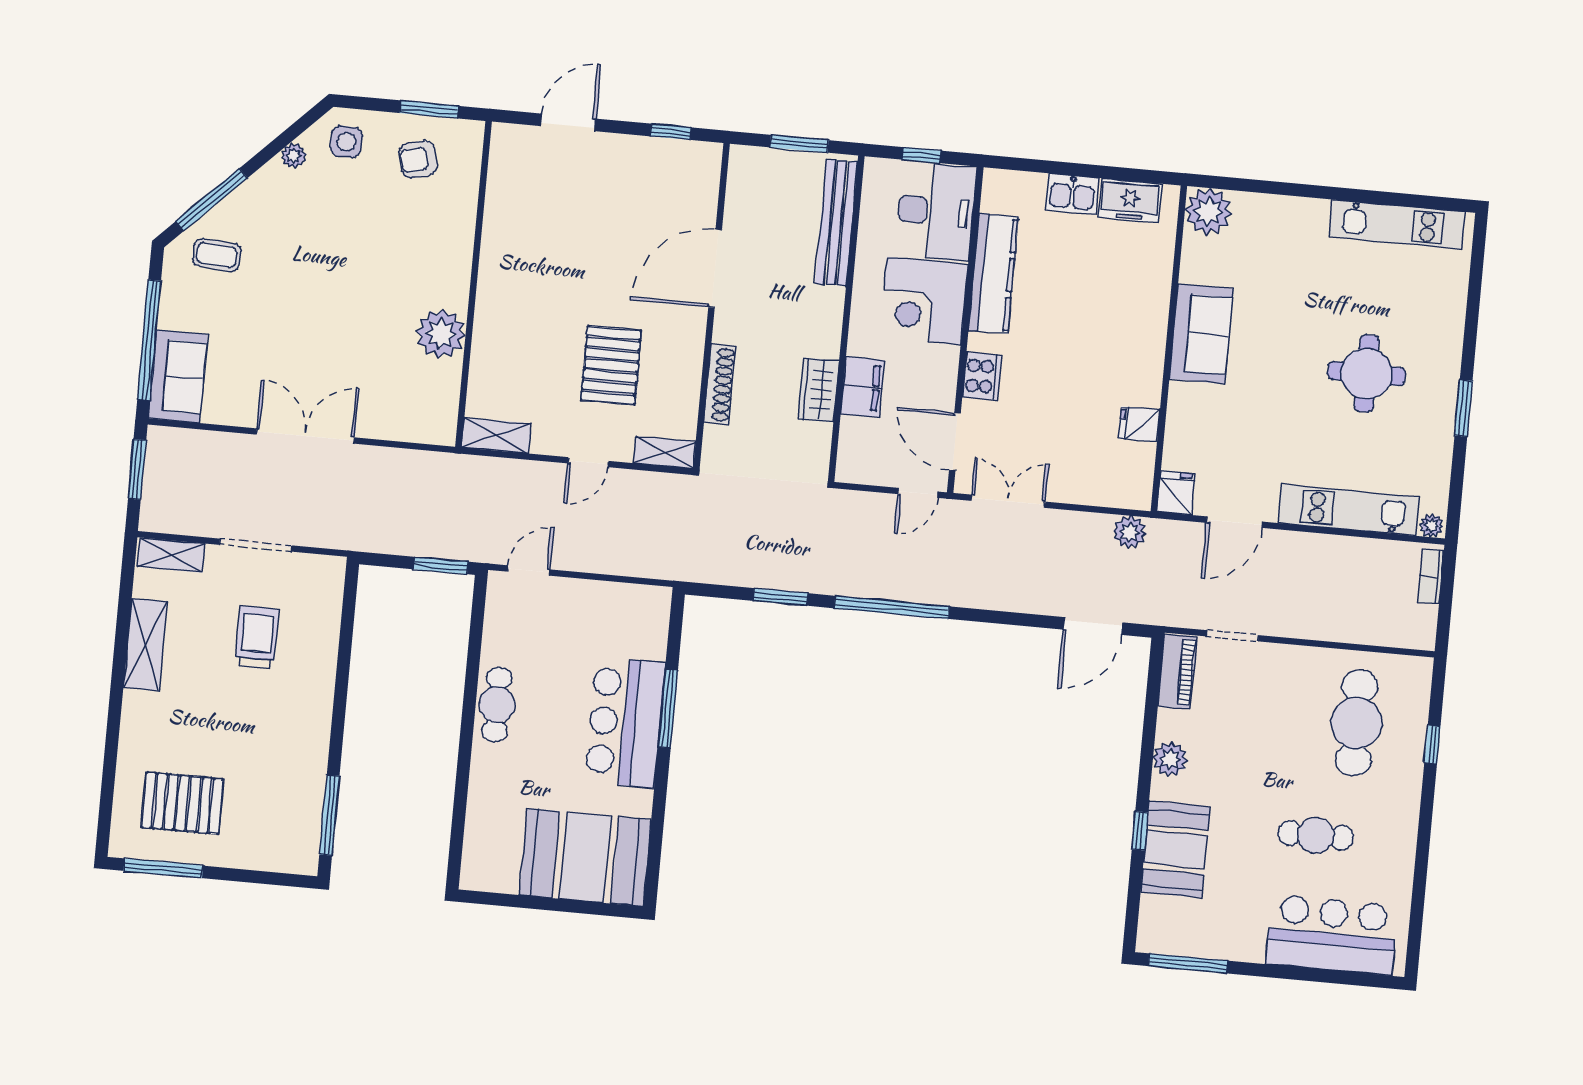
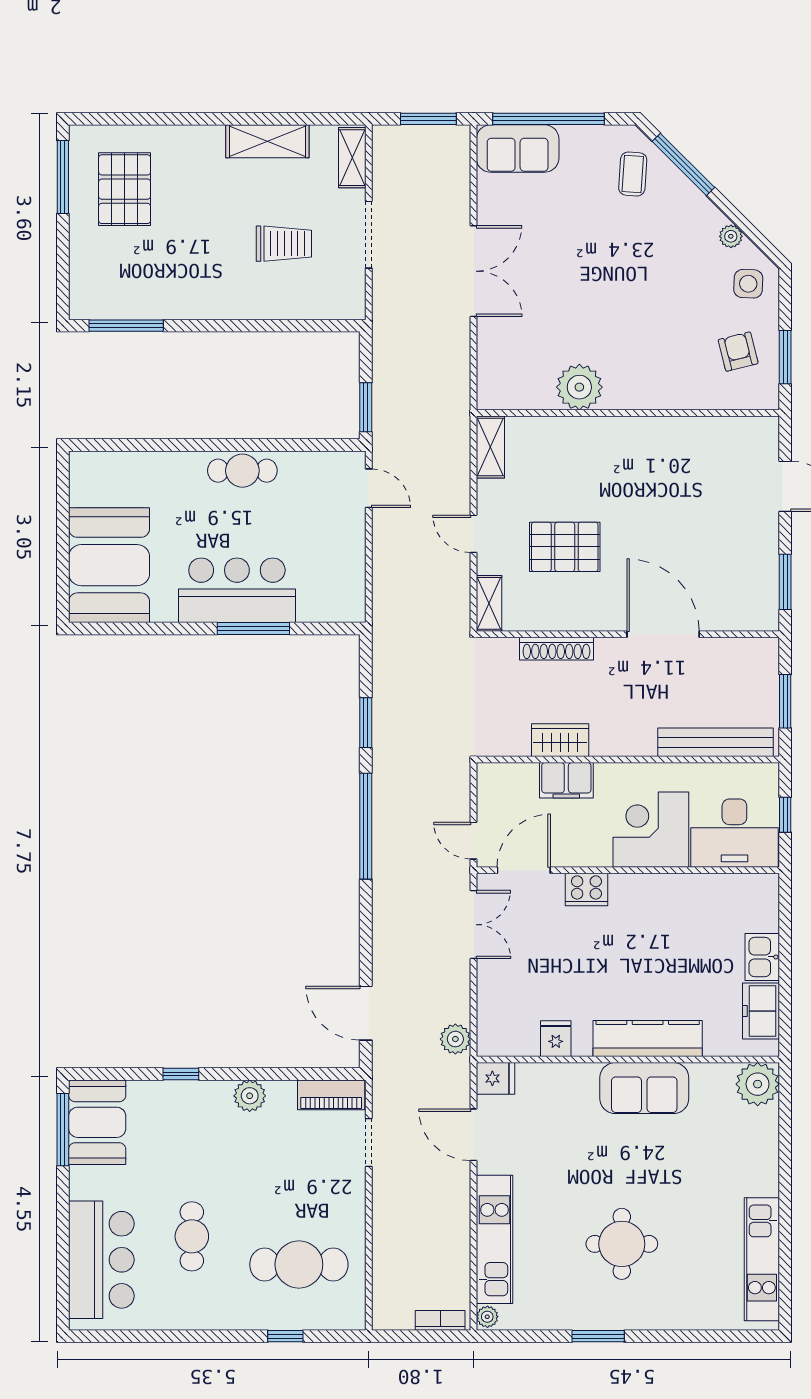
window: (671, 132) -> (785, 582), width x1.50
kitchen counter: (993, 273) -> (648, 1038), moved, turned 180
booth: (1175, 849) -> (97, 1122), moved, turned 90

